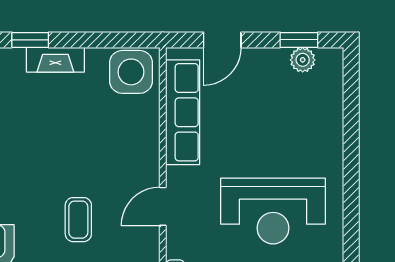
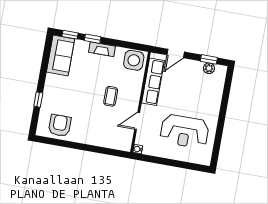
coffee table: (78, 220) -> (111, 96), moved

